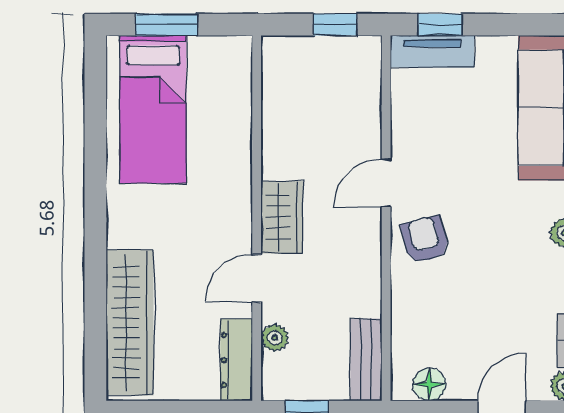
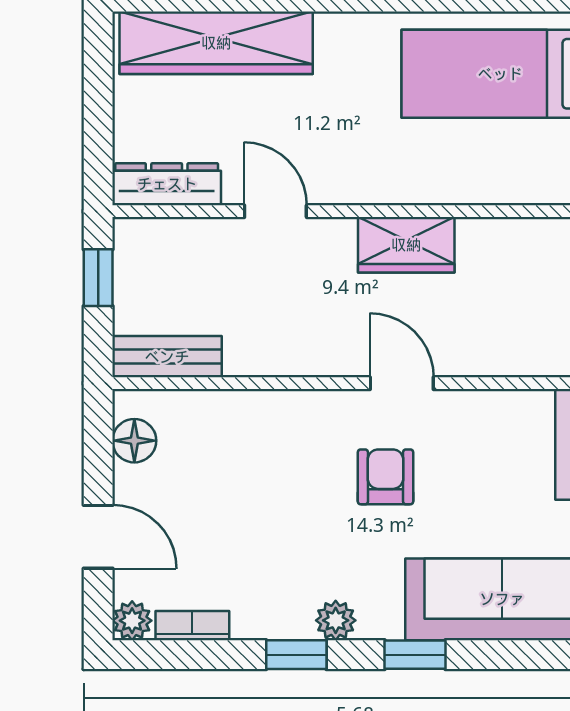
wardrobe: (282, 217) -> (406, 245), moved
armchair: (425, 240) -> (385, 477), moved, turned -76
plant: (275, 338) -> (196, 235), removed

